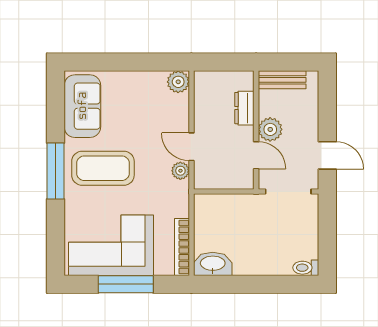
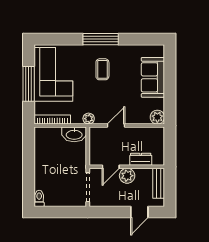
sofa: (82, 106) -> (153, 77), moved, turned 90
door: (327, 155) -> (139, 212), moved
coffee table: (103, 168) -> (102, 69), width x0.54, depth x0.58
plant: (180, 171) -> (89, 119), moved
washbasin: (213, 264) -> (74, 134), moved, turned 90

